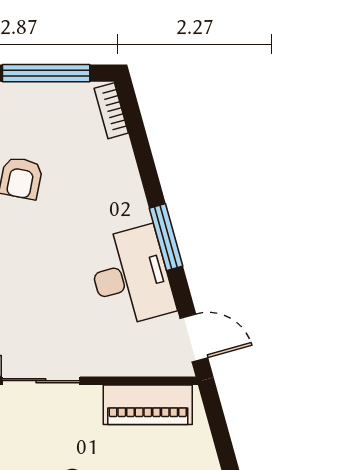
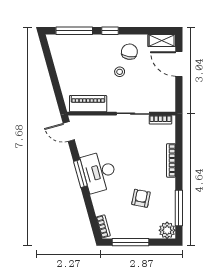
desk: (131, 276) -> (99, 172), moved

